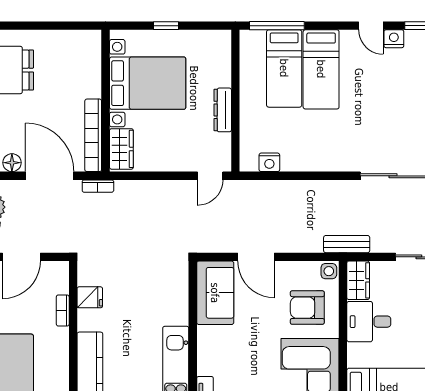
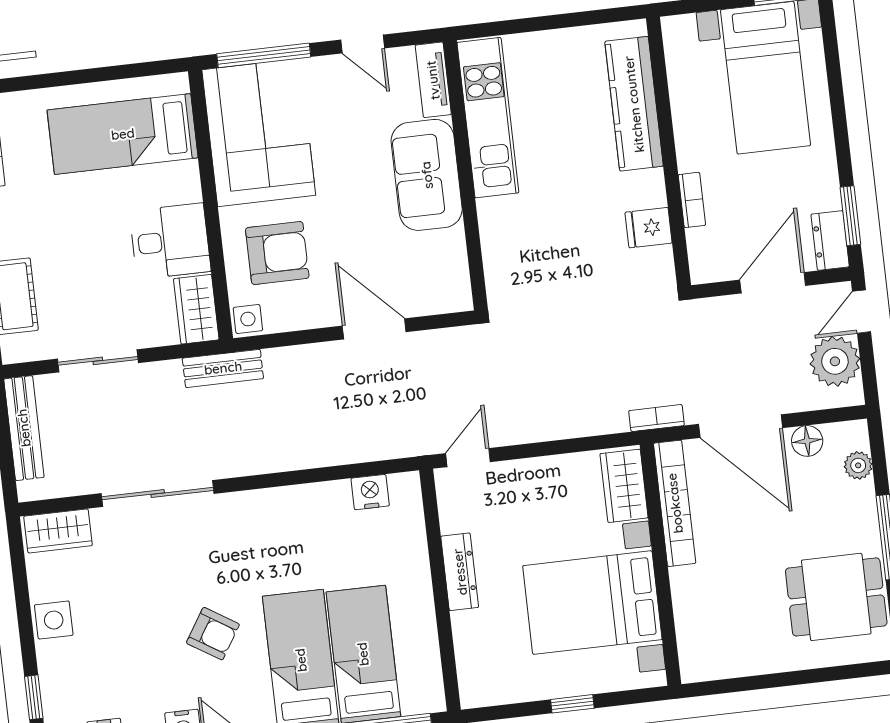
armchair: (370, 91) -> (213, 634), added
sofa: (215, 293) -> (427, 175), moved

